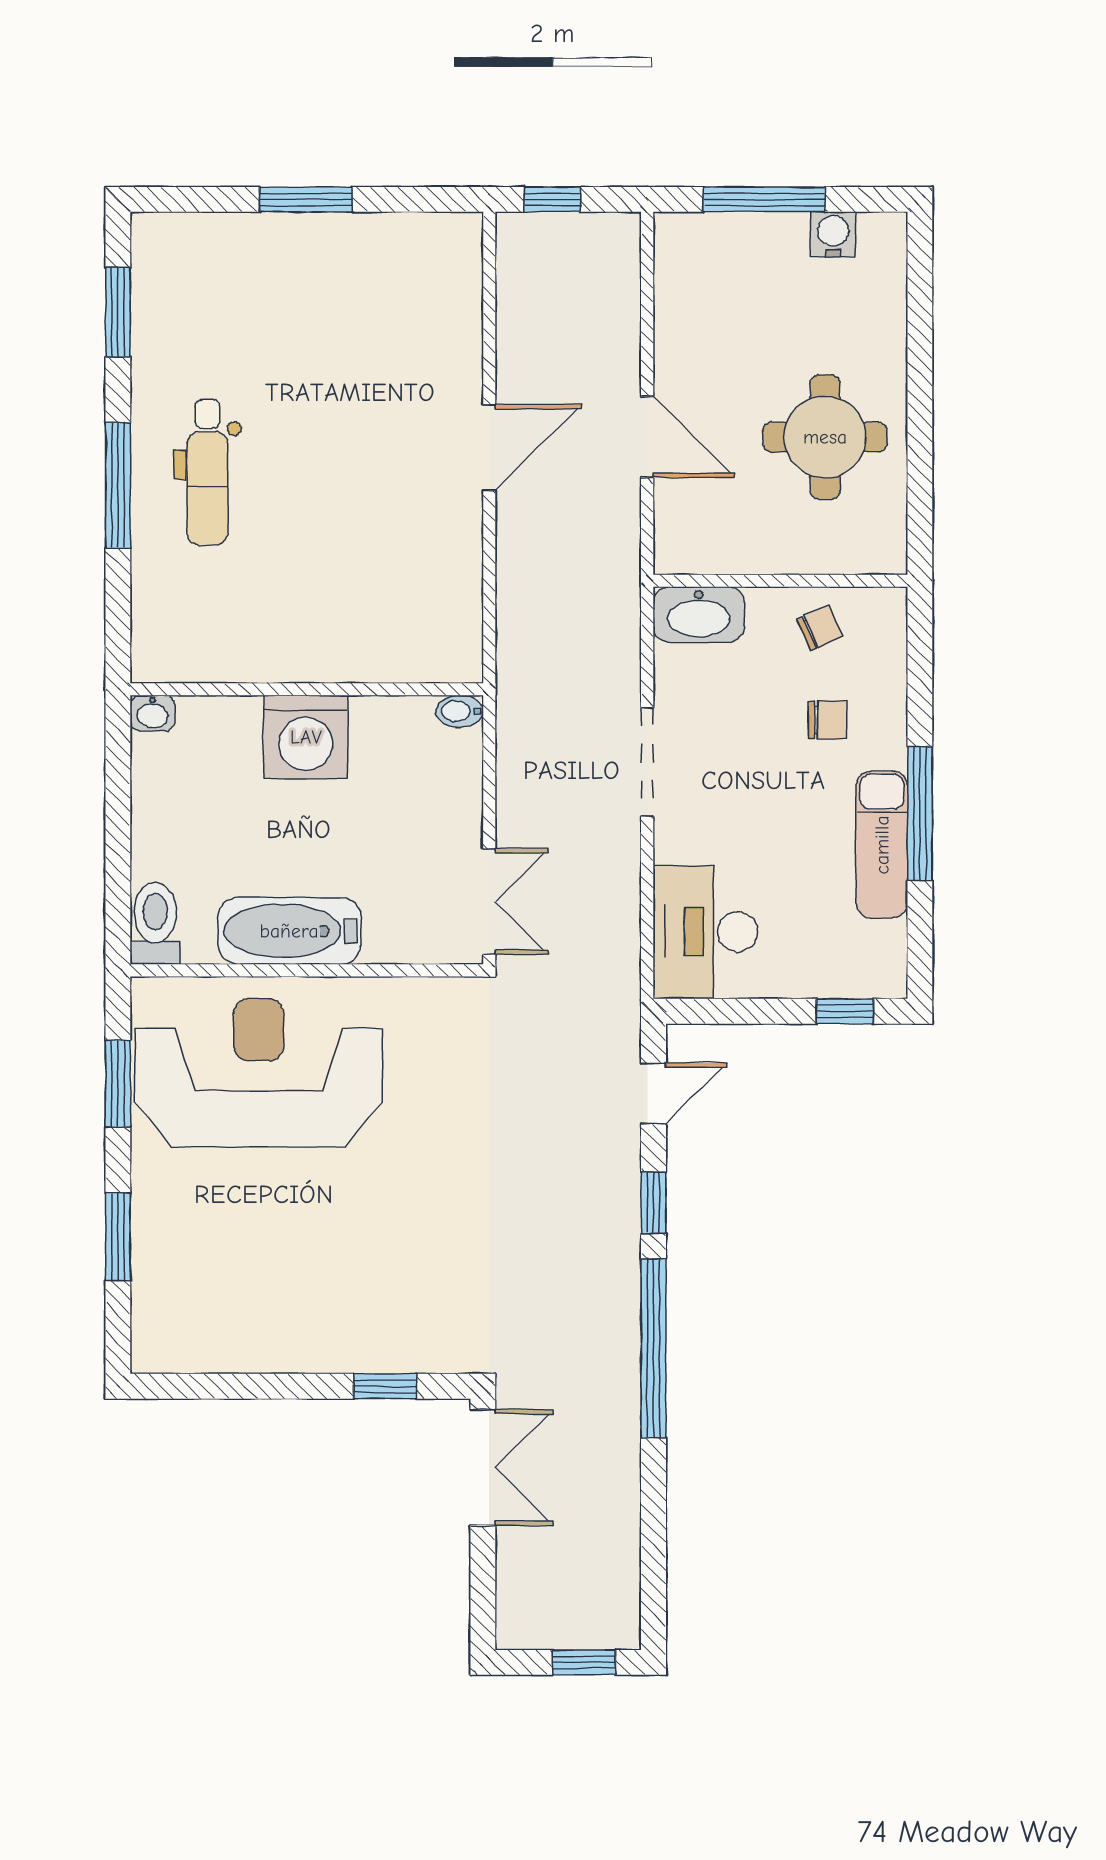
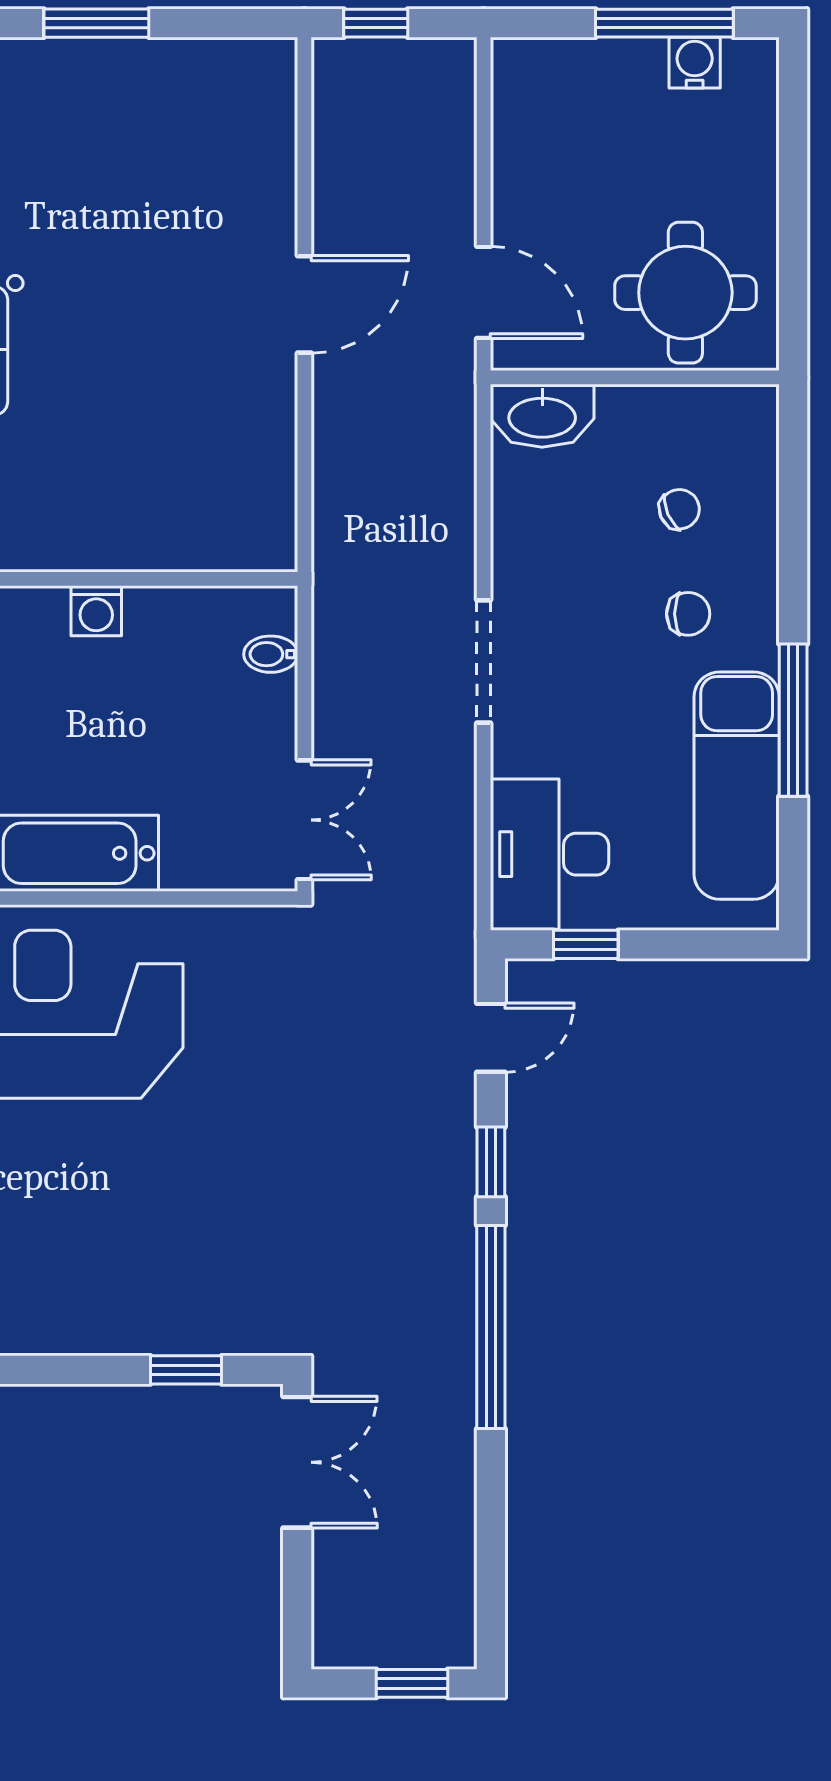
window: (764, 199) -> (664, 23), moved
wall: (780, 581) -> (635, 377), moved
washbasin: (699, 615) -> (542, 416), moved
bidet: (460, 711) -> (271, 654), moved
washing machine: (306, 737) -> (96, 611), width x0.53, depth x0.53
exam couch: (882, 845) -> (737, 786), width x1.36, depth x1.45
window: (845, 1011) -> (586, 944), moved

